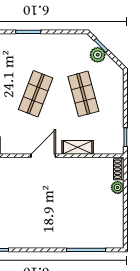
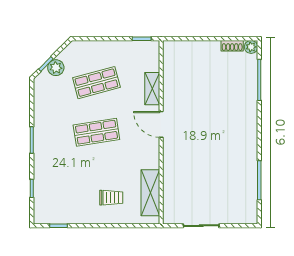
shop shelf: (36, 94) -> (96, 132), turned -30
shoe rack: (119, 169) -> (232, 46), moved
plant: (118, 187) -> (251, 47), moved

